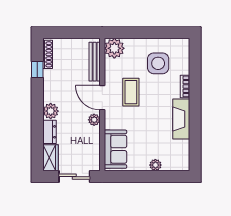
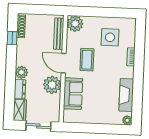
fireplace: (181, 119) -> (126, 95), moved
plant: (94, 120) -> (52, 85), width x1.87, depth x1.87
sofa: (115, 149) -> (73, 94), moved
plant: (155, 165) -> (127, 120), moved

